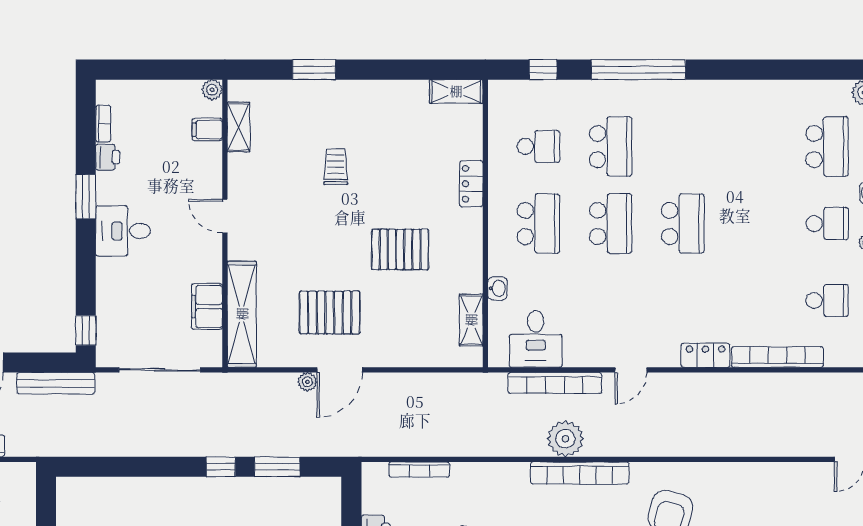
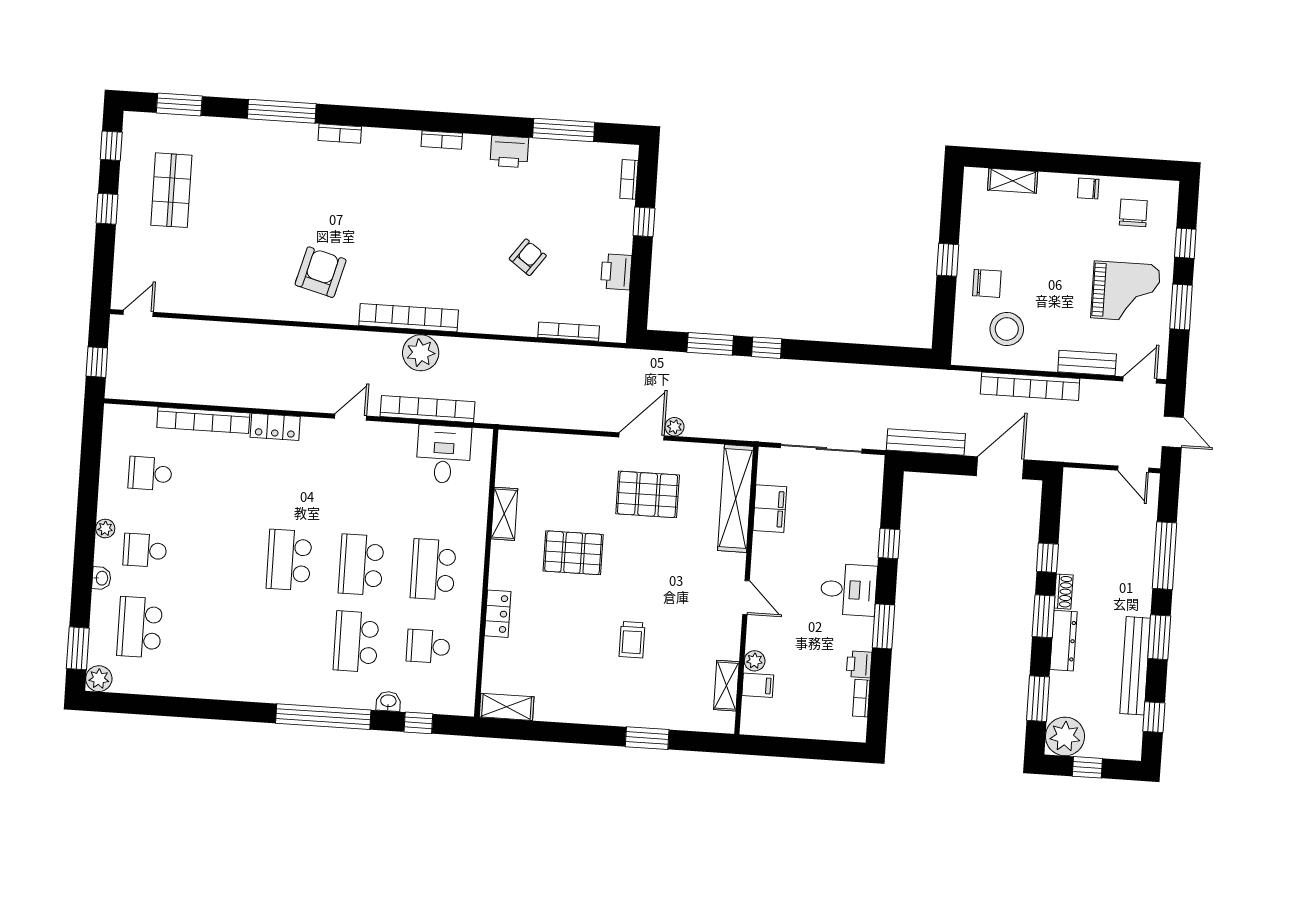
plant: (212, 90) -> (755, 661), moved
washbasin: (498, 288) -> (388, 701), moved, turned 90
shelving: (471, 320) -> (504, 514), moved
window: (86, 330) -> (889, 544), moved

